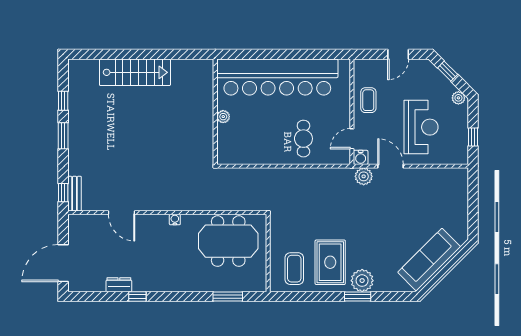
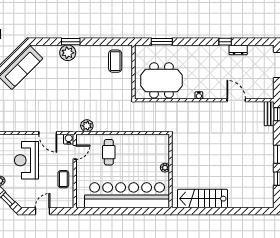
stairs: (135, 72) -> (202, 199), moved
plant: (364, 176) -> (87, 126), moved
rug: (330, 262) -> (90, 66), removed

